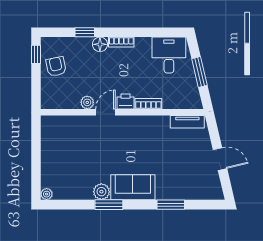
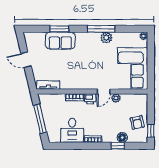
floor lamp: (100, 44) -> (122, 137), moved
desk: (169, 55) -> (72, 130), moved
window: (199, 72) -> (40, 119), width x1.44
corner sofa: (63, 146) -> (133, 68), added
sofa: (133, 187) -> (60, 41), moved
window: (109, 205) -> (101, 29), width x1.44

